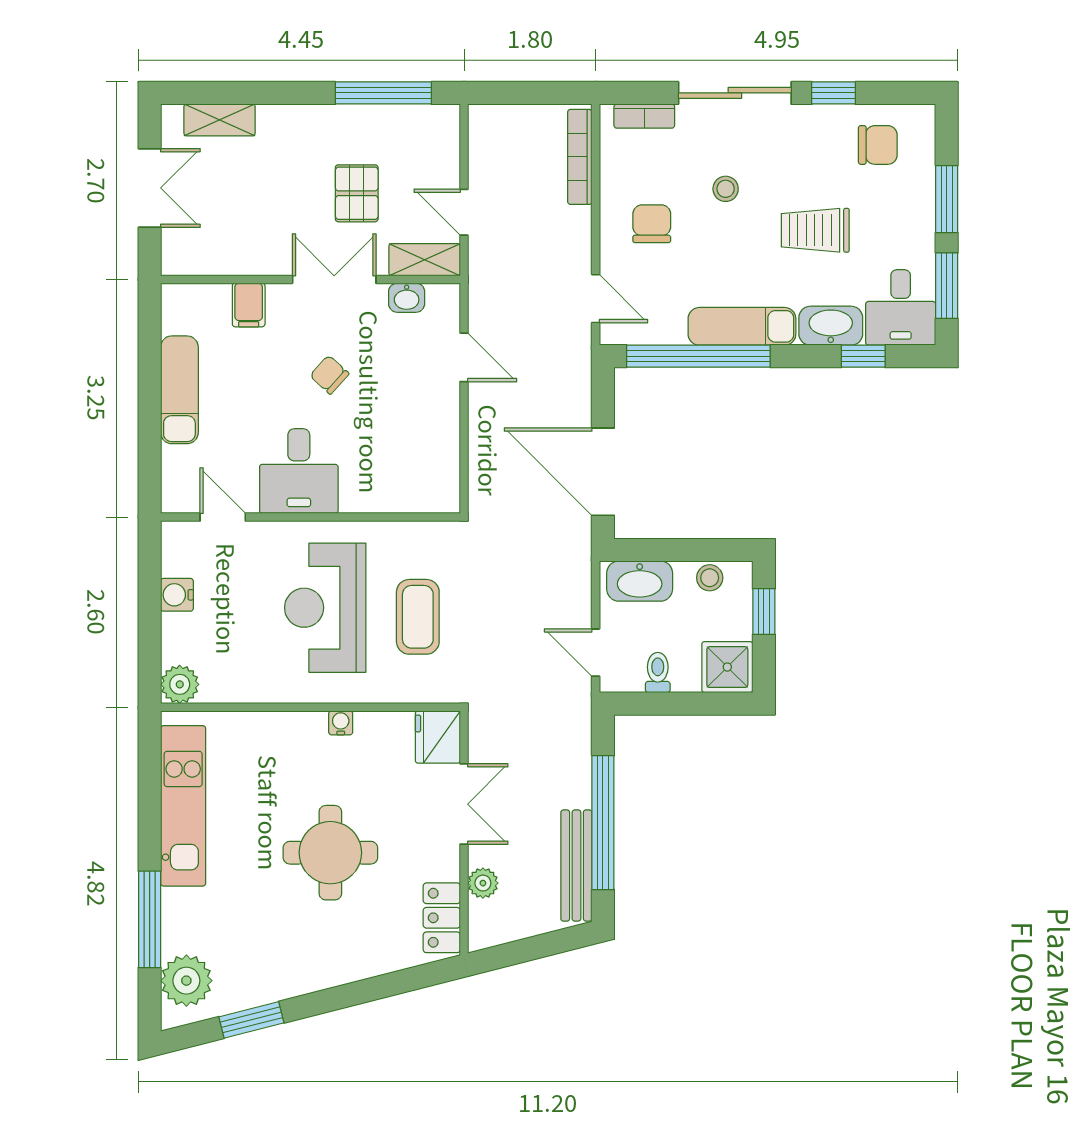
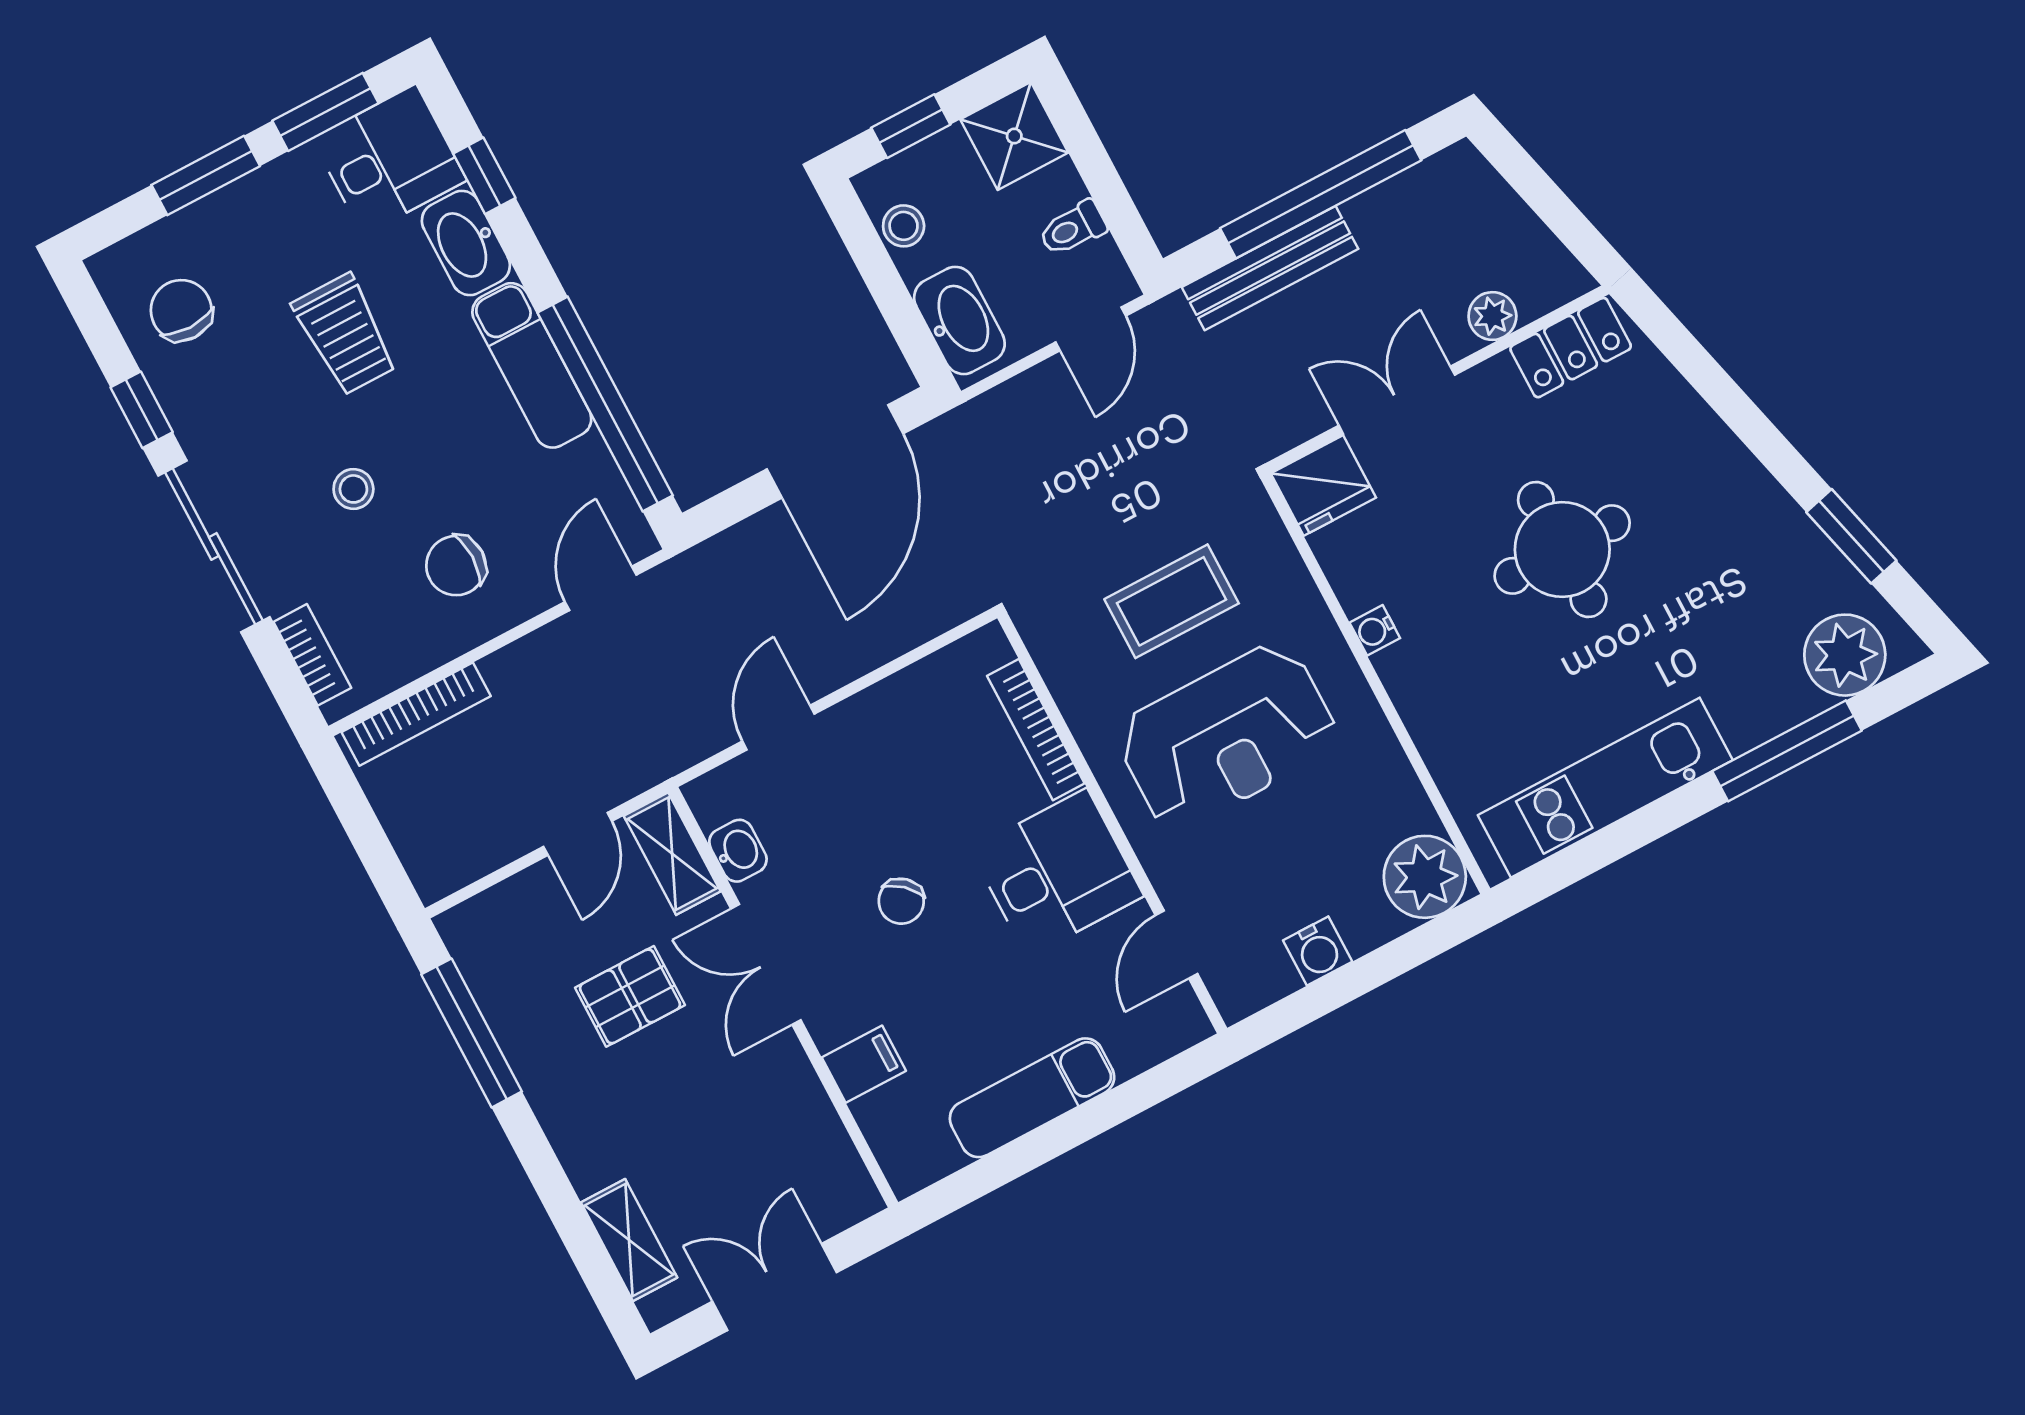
bookcase: (386, 502) -> (1036, 730), added
plant: (180, 684) -> (1425, 877), width x1.36, depth x1.36
bench: (576, 866) -> (1270, 268), moved

